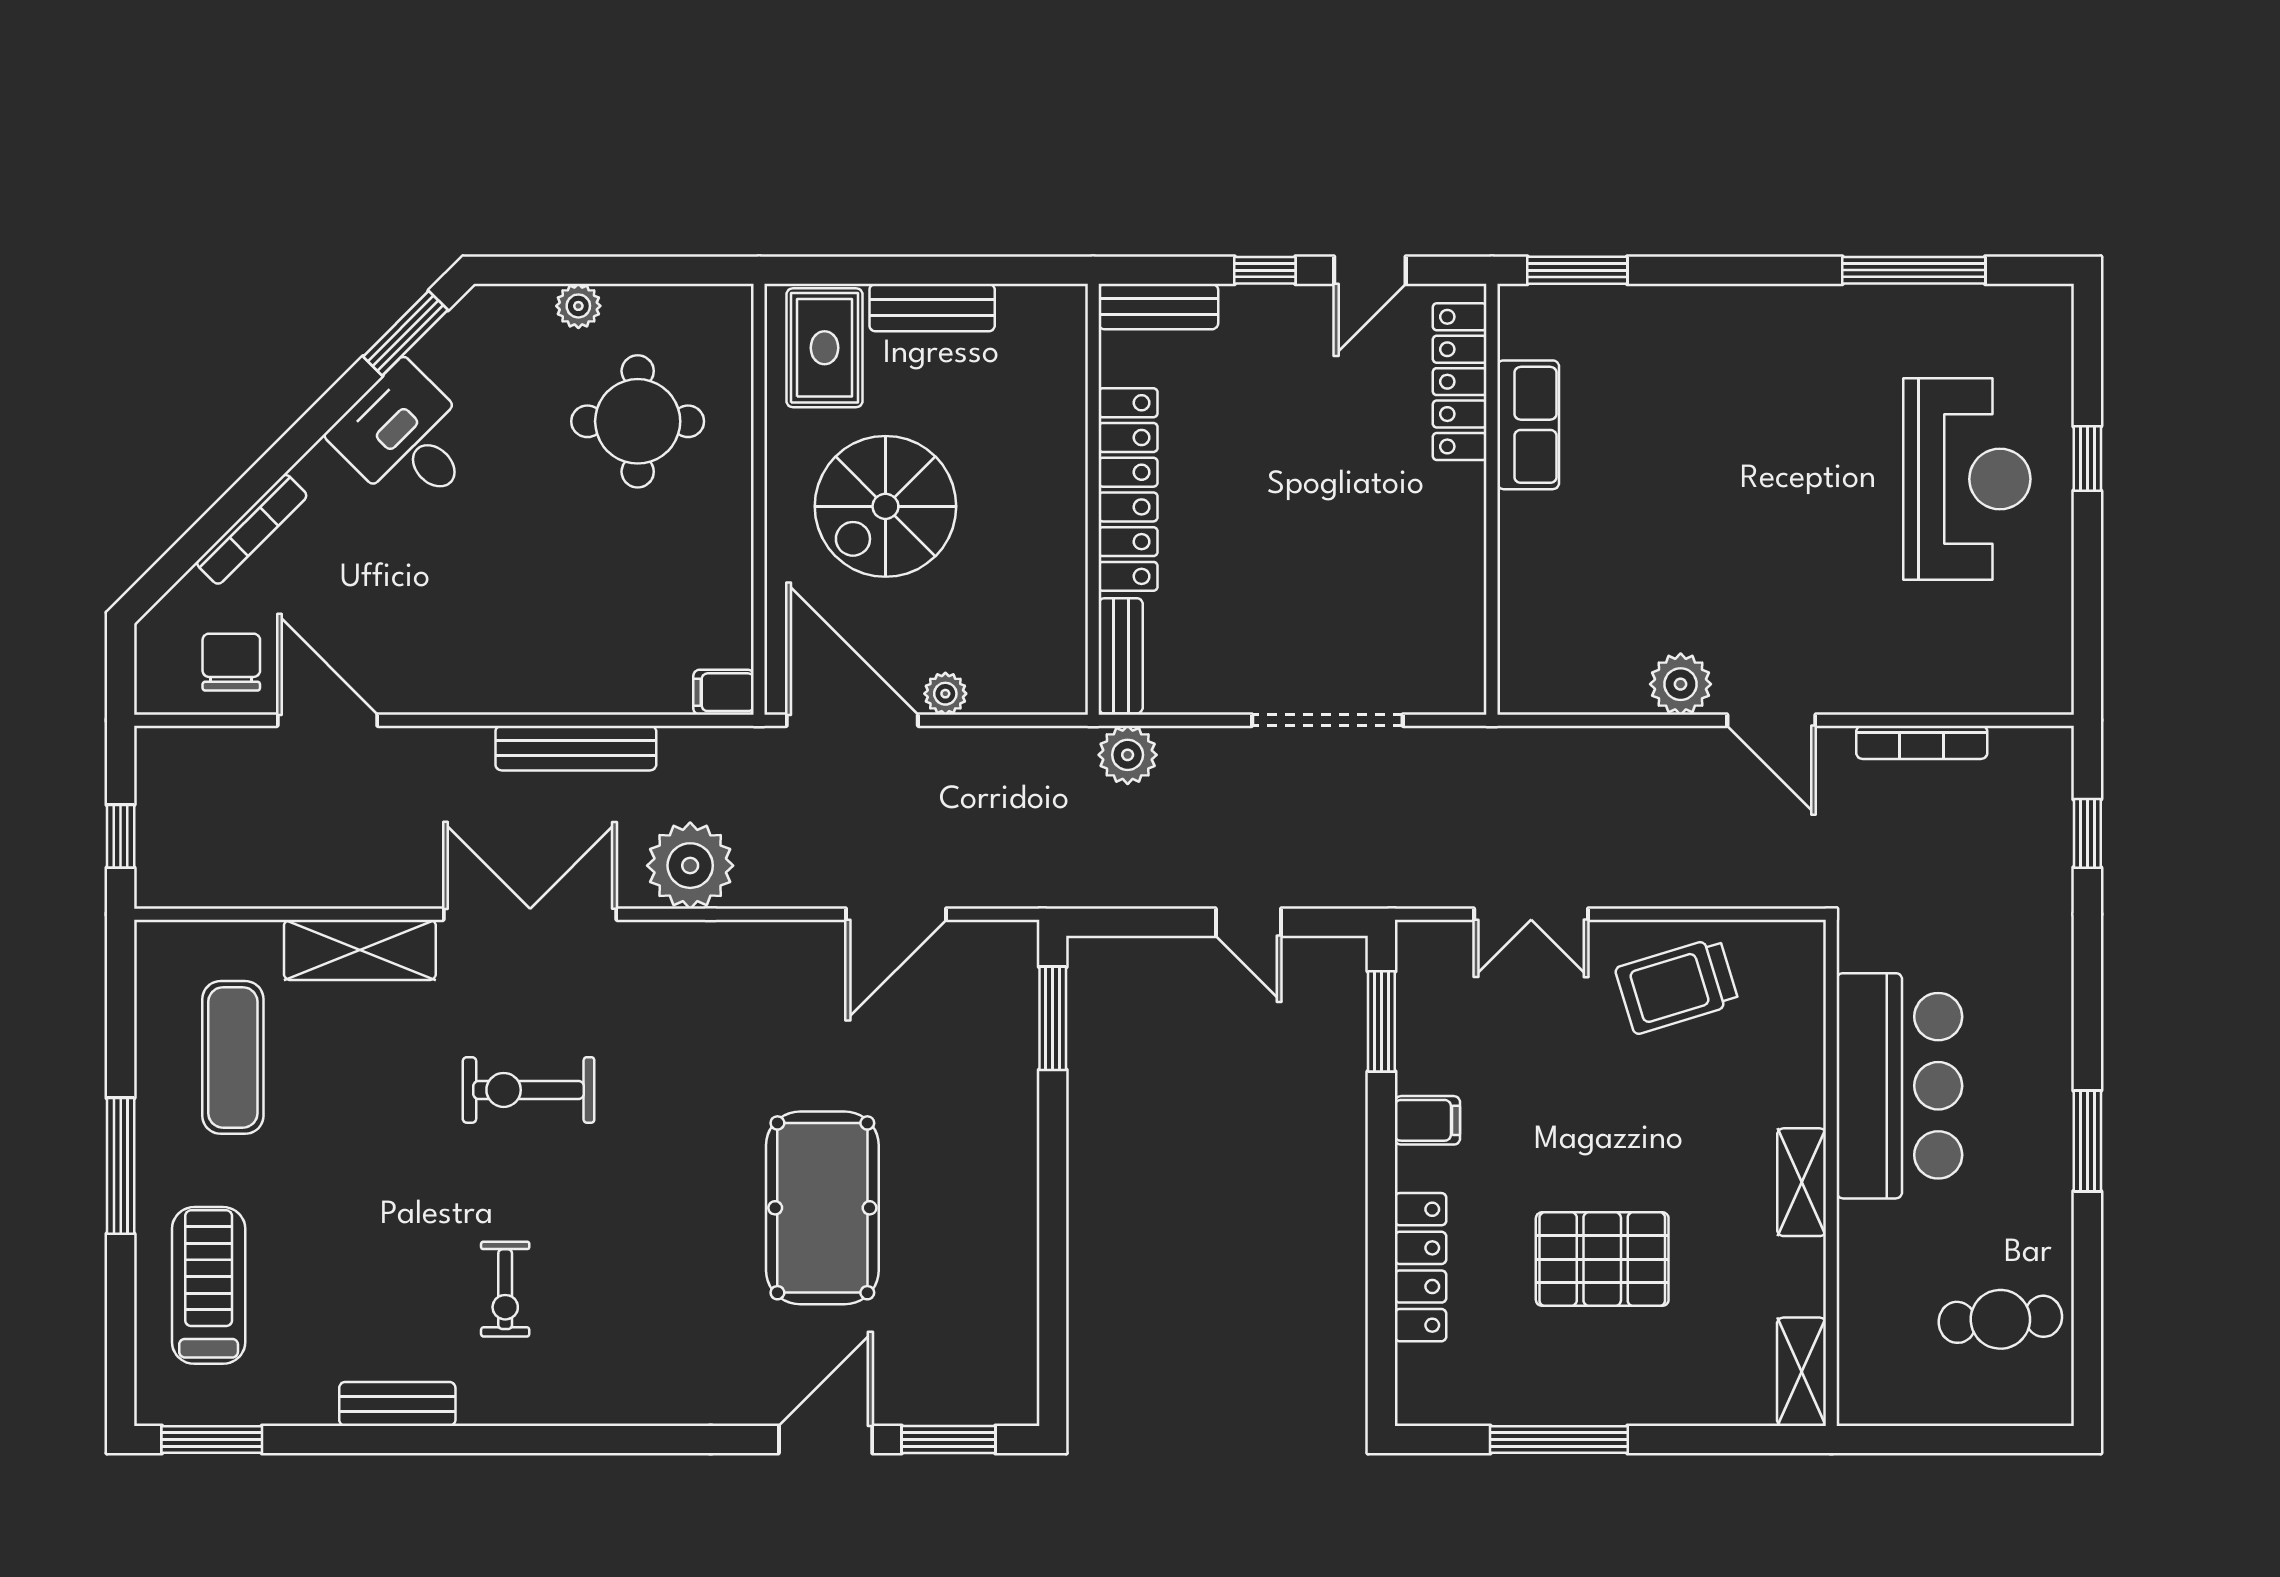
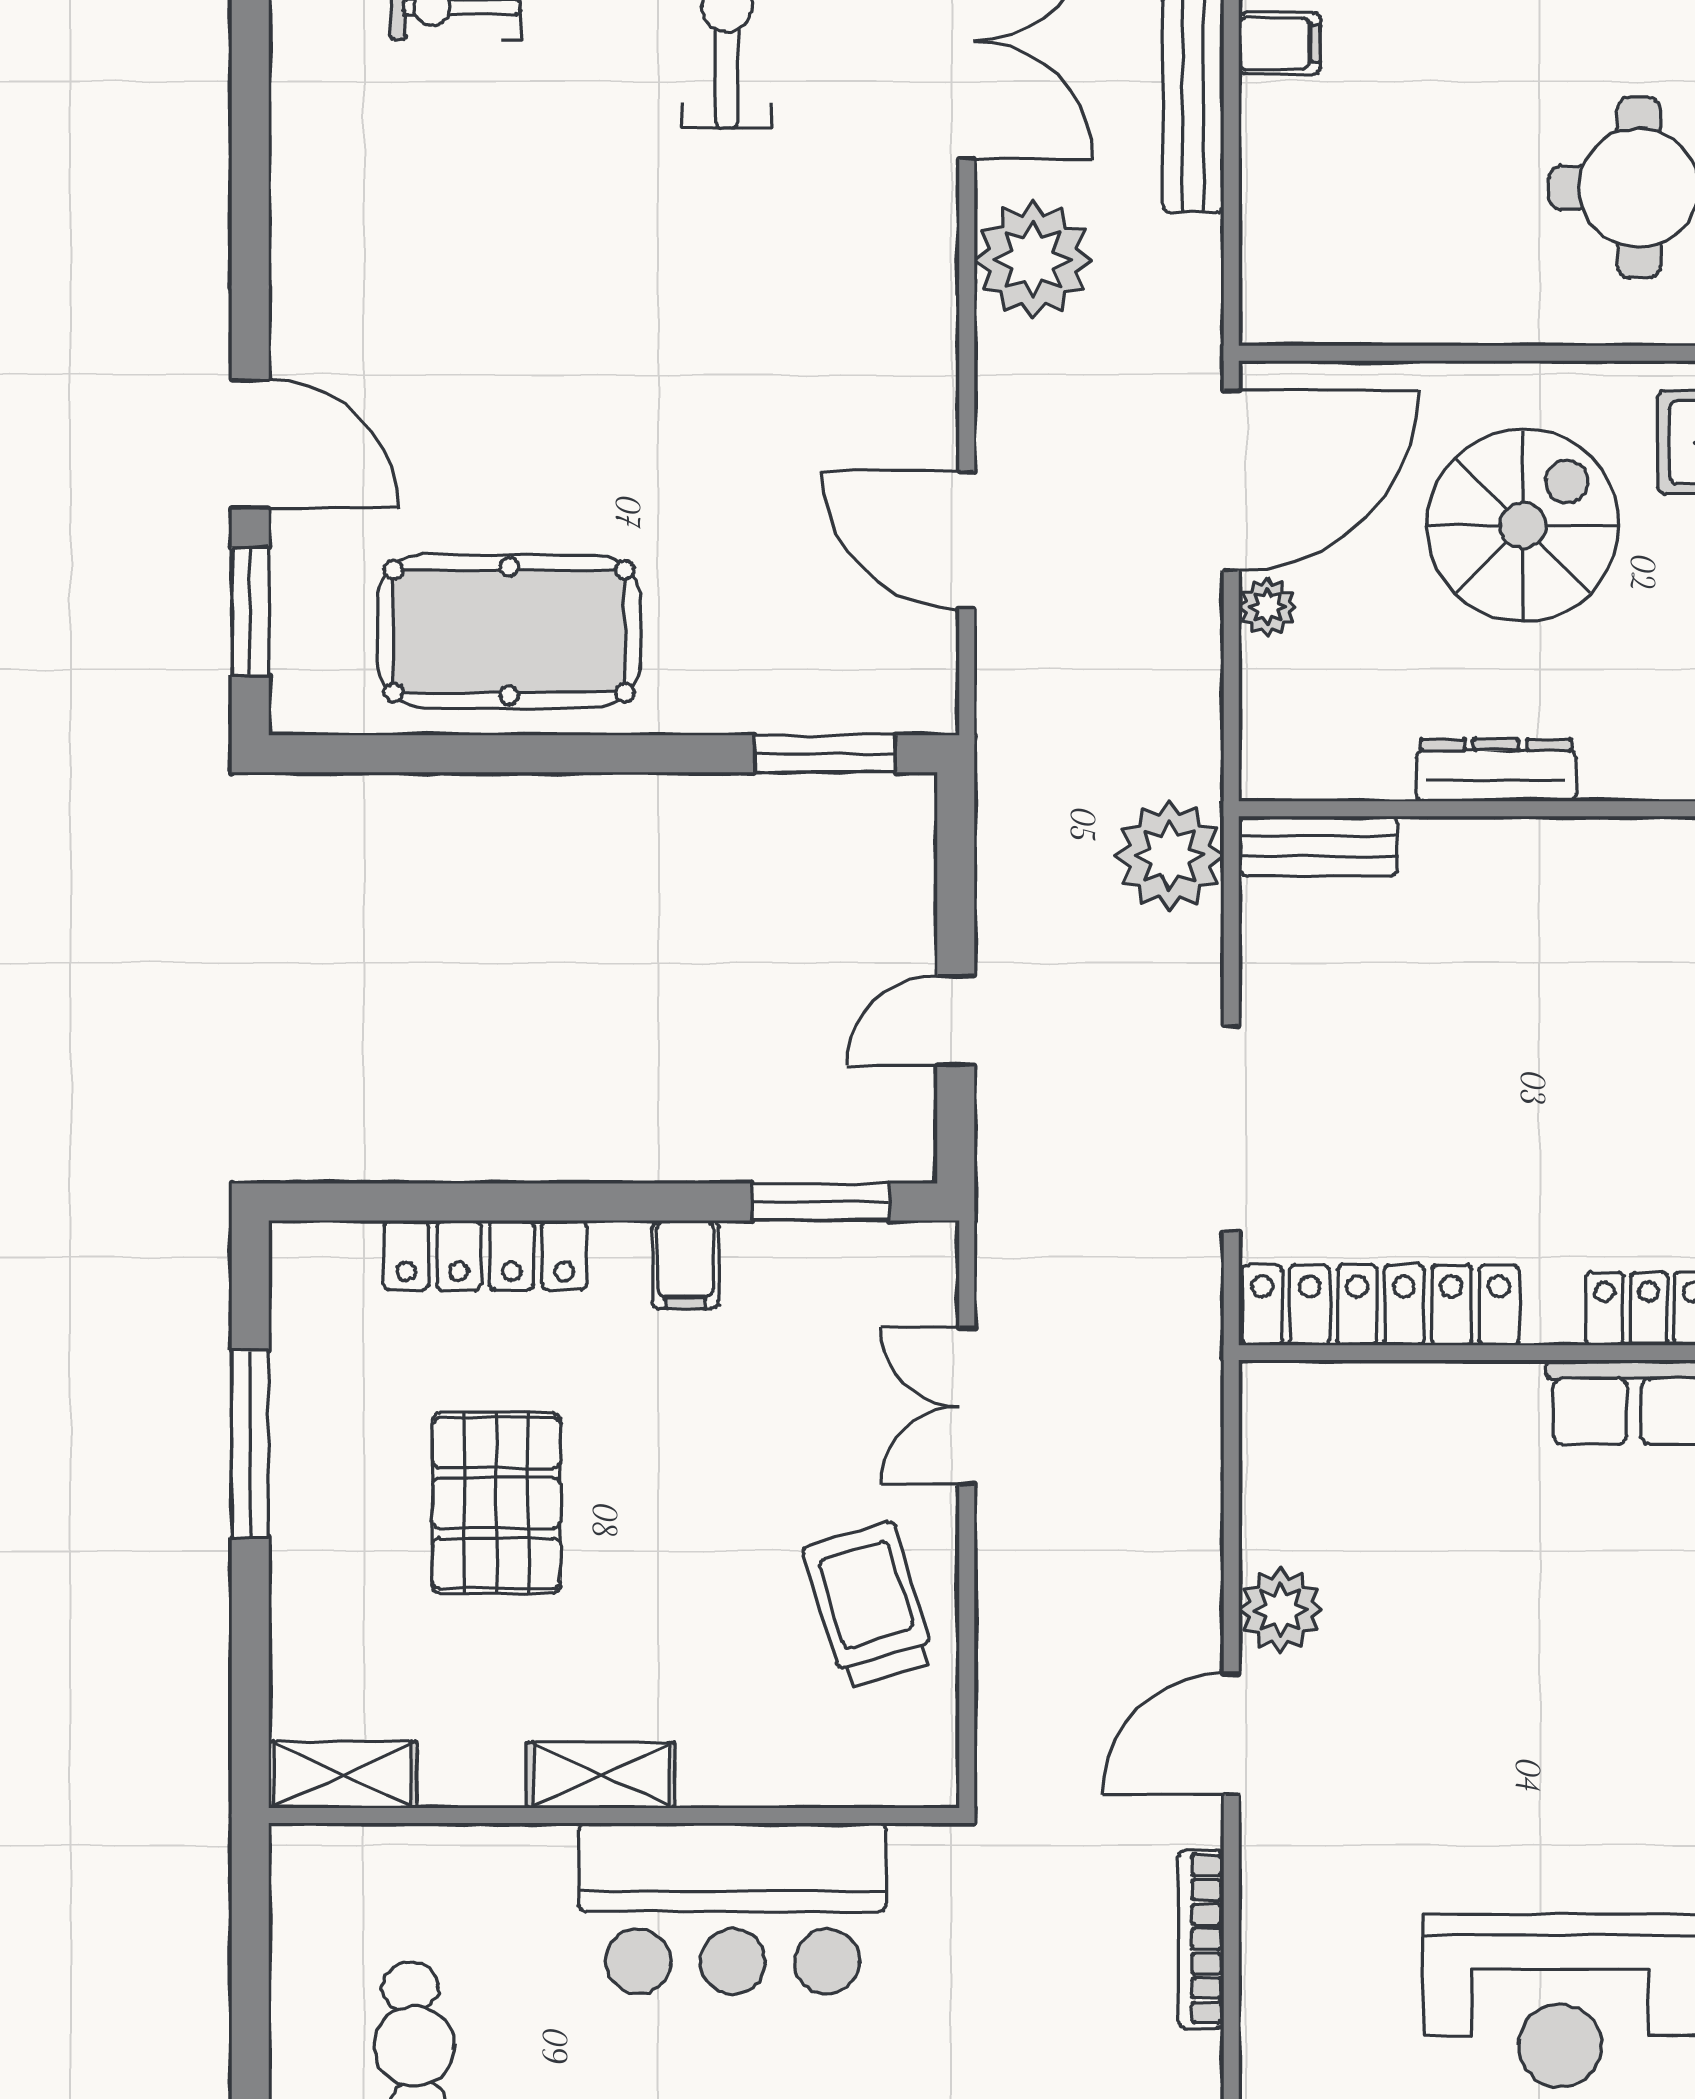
locker: (1128, 490) -> (1381, 1305), moved, turned 180
spiral stairs: (885, 506) -> (1523, 526), turned 90
dresser: (1065, 526) -> (1496, 770), added
filing cabinet: (724, 692) -> (1280, 44), moved, turned 90
plant: (1128, 755) -> (1169, 856), width x1.36, depth x1.36
pool table: (822, 1208) -> (509, 631), moved

